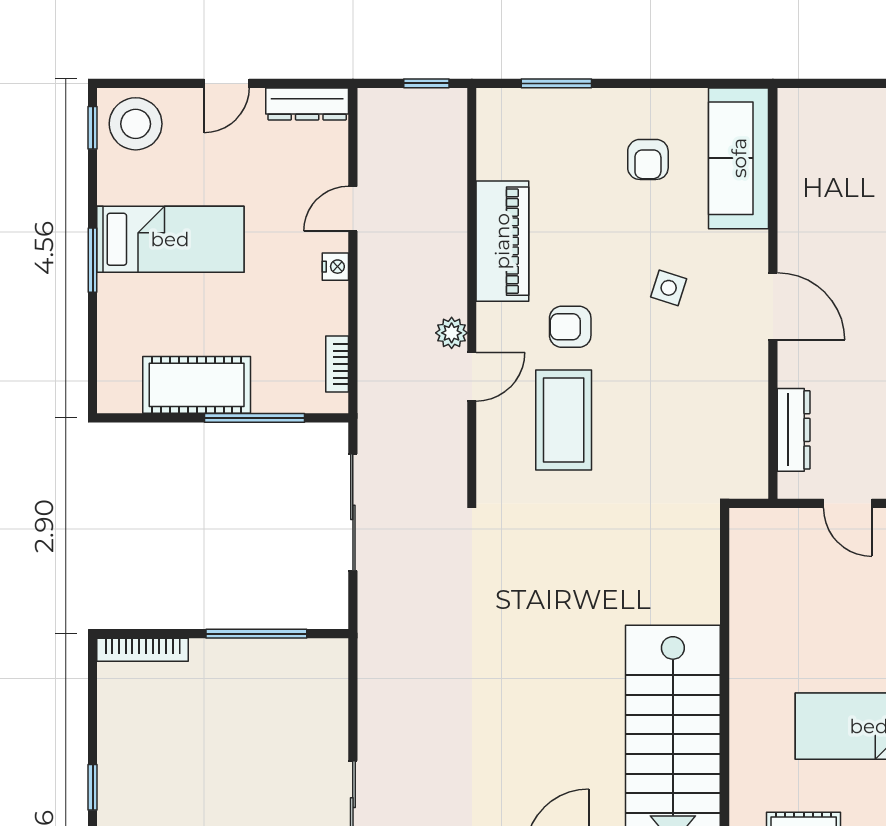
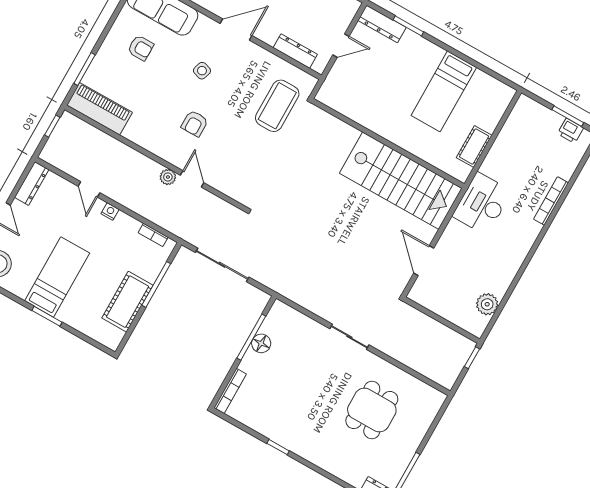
piano: (502, 241) -> (100, 109), moved
coffee table: (564, 420) -> (277, 106), moved, turned 90
floor lamp: (255, 657) -> (261, 343), added

